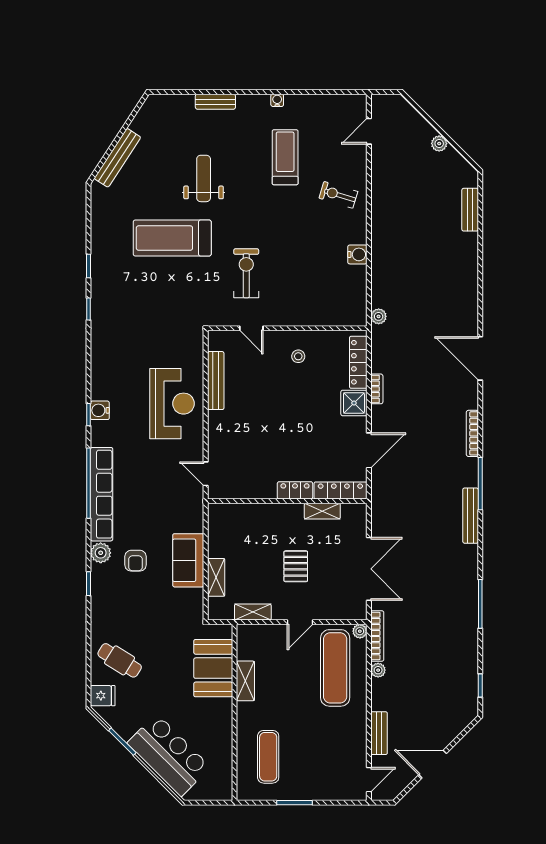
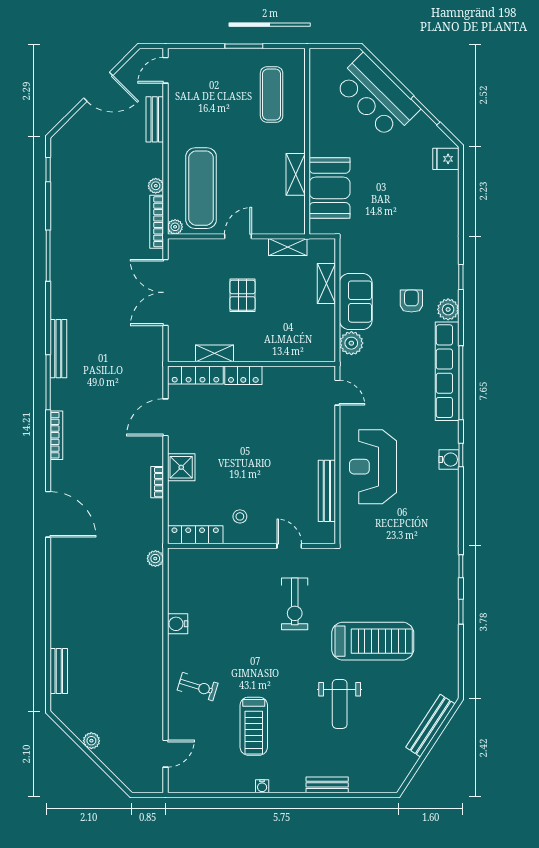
locker: (358, 362) -> (195, 535), moved, turned -90
plant: (193, 521) -> (351, 343), added
cafe table: (120, 660) -> (428, 196), removed

